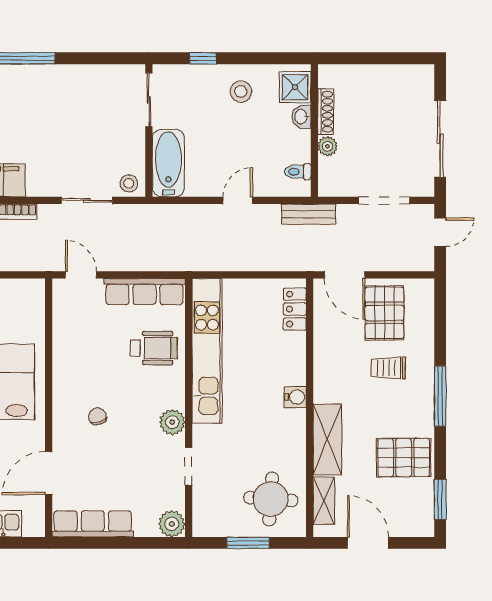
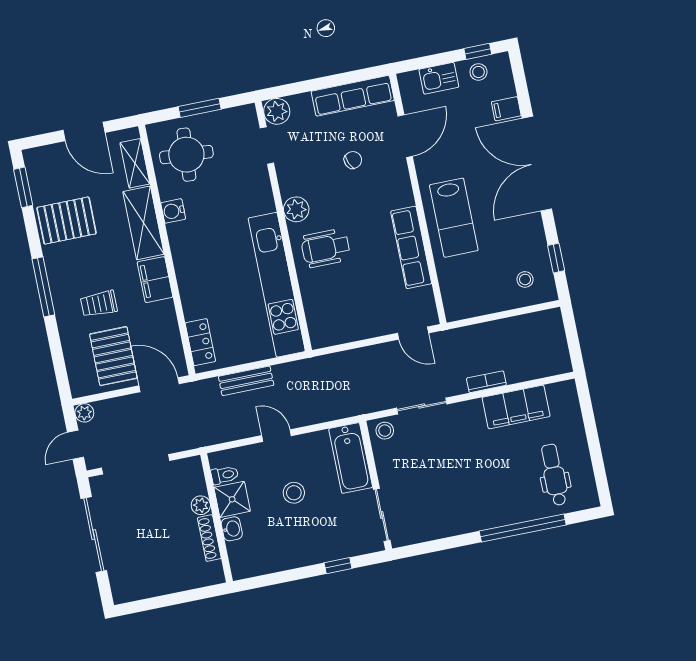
shower: (295, 87) -> (232, 499), moved
stool: (241, 91) -> (294, 493), moved
door: (238, 200) -> (277, 436), swing flipped
doorway: (384, 200) -> (136, 464), width x1.36
bench: (309, 214) -> (246, 381), moved
plant: (425, 262) -> (84, 413), added
row of seats: (145, 292) -> (411, 247), moved, turned -90
wheelchair: (154, 348) -> (326, 248), moved
trolley: (388, 368) -> (99, 304), turned 180
filing cabinet: (327, 381) -> (155, 280), added
water cooler: (295, 397) -> (173, 211), moved
chair: (97, 416) -> (353, 160), moved, turned -96
doorway: (189, 466) -> (267, 146), moved

